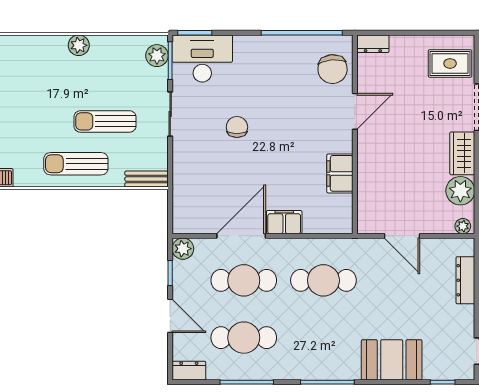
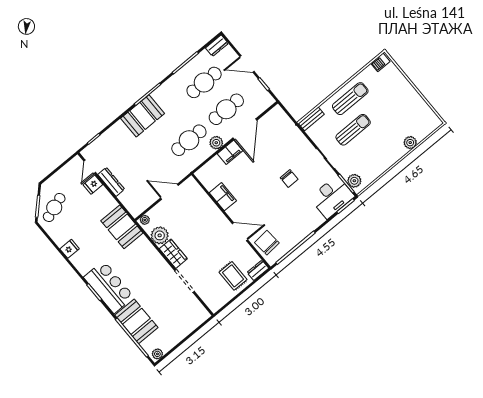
plant: (79, 45) -> (410, 143), moved
rug: (450, 63) -> (233, 276), moved, turned 90
door: (355, 111) -> (240, 232), swing flipped
plant: (183, 249) -> (216, 143), moved
dresser: (465, 280) -> (111, 182), moved
booth: (392, 360) -> (143, 116), moved

